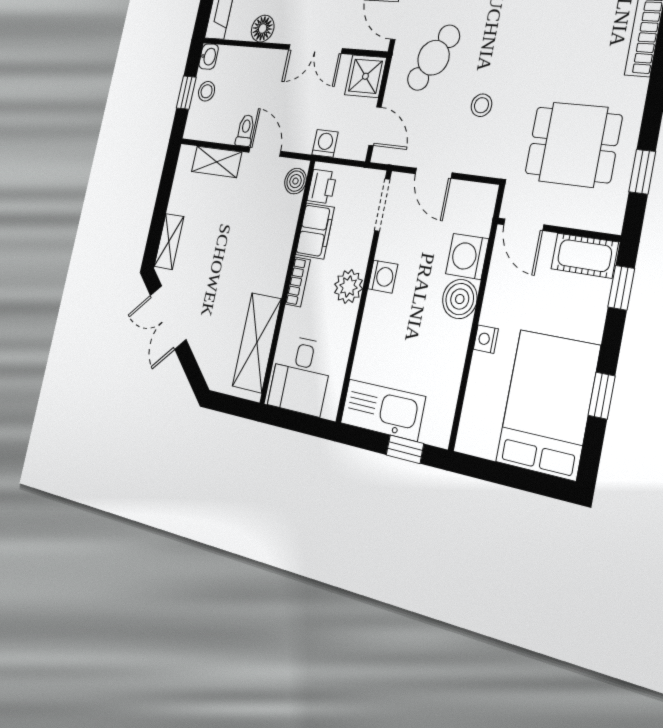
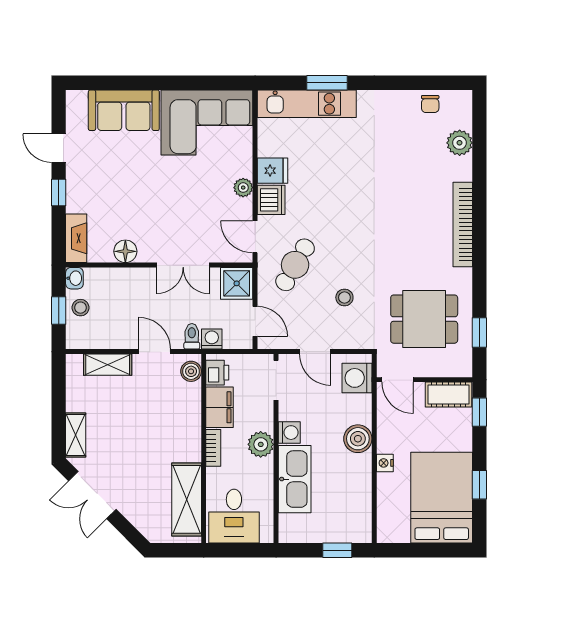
toilet: (245, 130) -> (192, 336), moved
washing machine: (467, 256) -> (357, 378), moved
kitchen sink: (383, 410) -> (295, 479), moved, turned 90

